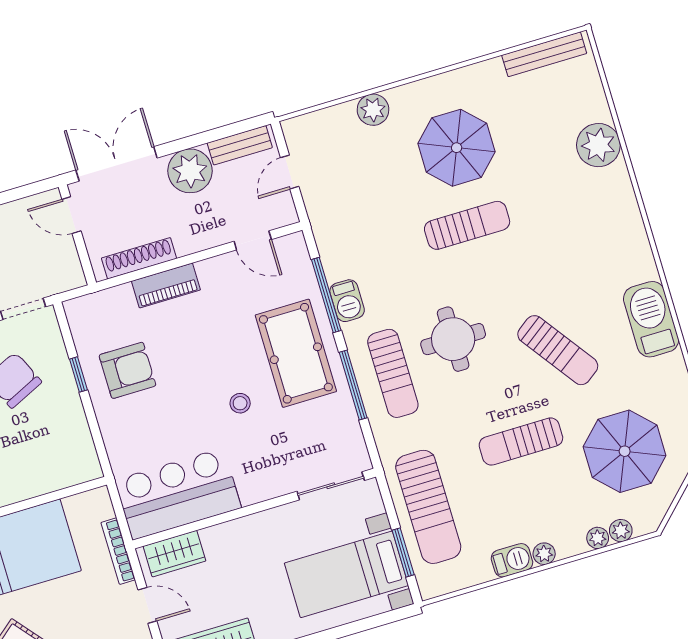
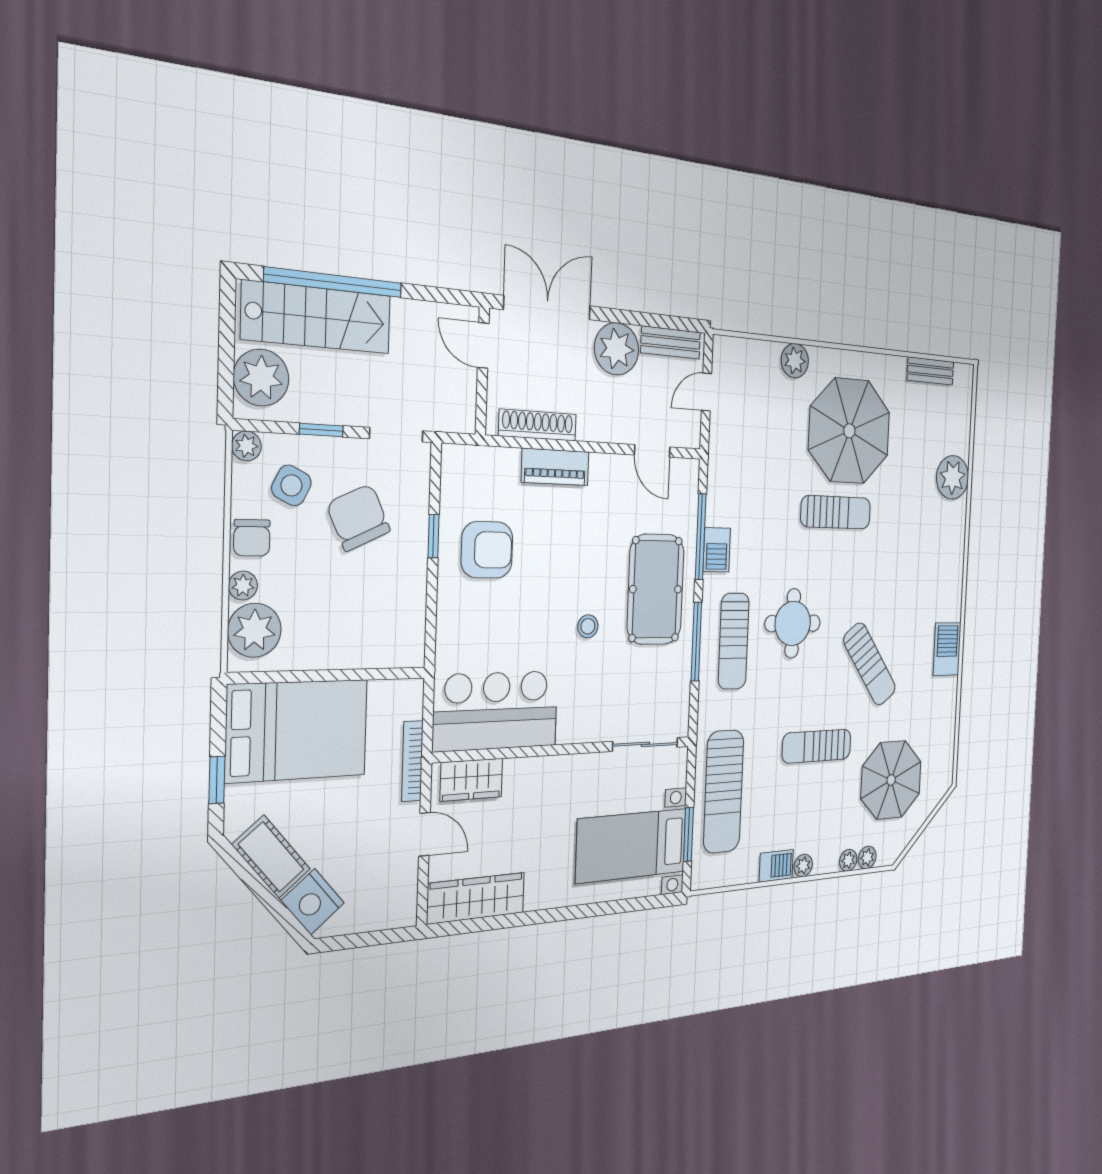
bench: (544, 54) -> (930, 371), width x0.73
parasol: (457, 148) -> (849, 431), width x1.36, depth x1.36
barbecue: (651, 319) -> (947, 649), width x0.73, depth x0.83

